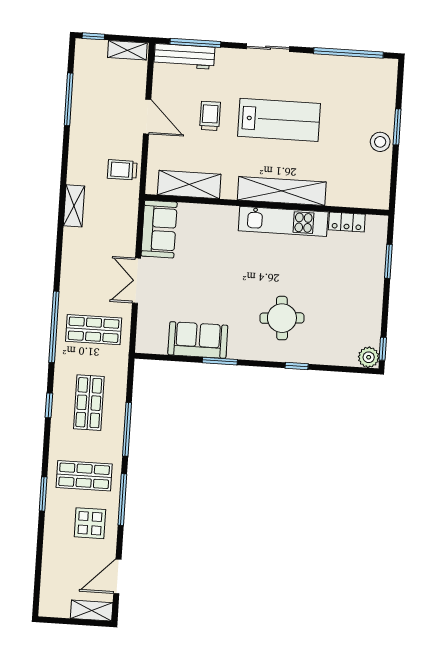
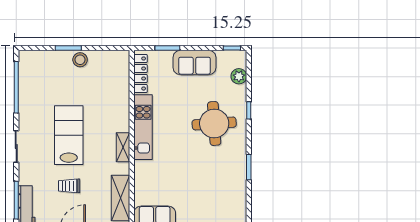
shelving: (282, 191) -> (123, 147), width x0.45, depth x0.75
locker: (347, 222) -> (141, 74), width x1.53
round table: (282, 318) -> (214, 123), width x1.36, depth x1.36
sofa: (198, 340) -> (194, 62), moved, turned -90
plant: (369, 357) -> (239, 76), moved

